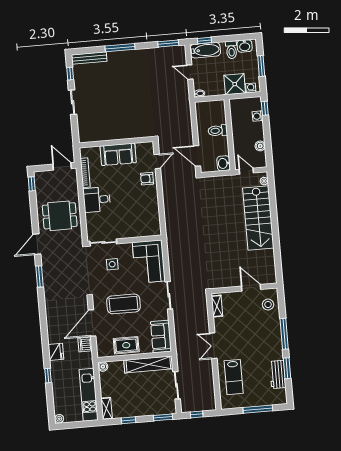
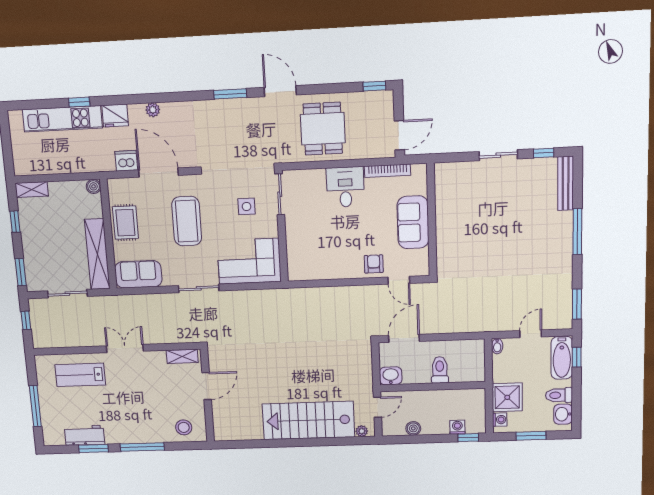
door: (251, 288) -> (207, 386), moved
kitchen unit: (89, 395) -> (62, 119), moved, turned 180
plant: (59, 419) -> (153, 110), moved

